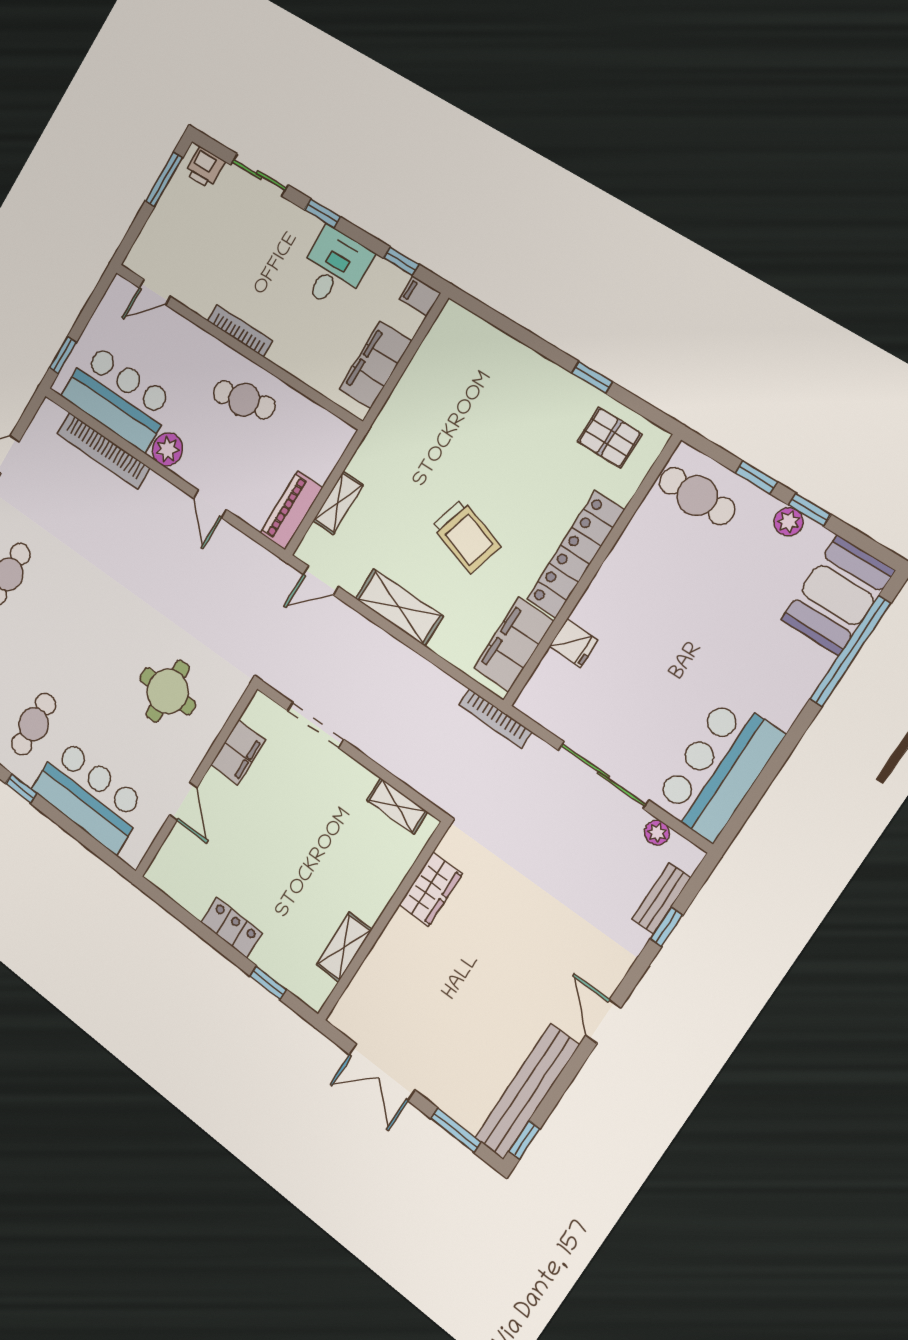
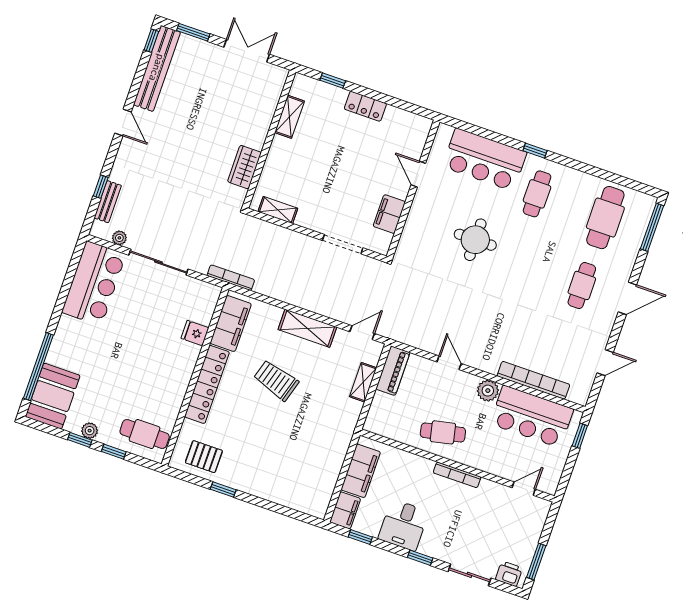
filing cabinet: (420, 296) -> (345, 510), width x2.00
round table: (168, 691) -> (475, 240), moved

